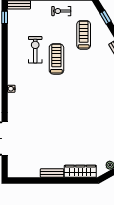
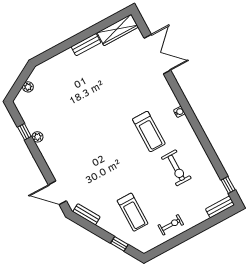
treadmill: (56, 59) -> (149, 132), moved
wardrobe: (80, 171) -> (118, 30), moved

